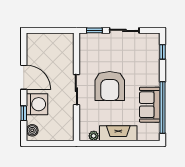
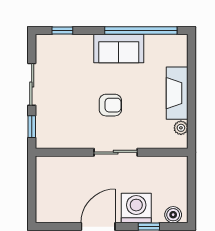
armchair: (110, 86) -> (110, 105), width x0.53, depth x0.53
sofa: (150, 105) -> (119, 48), moved

